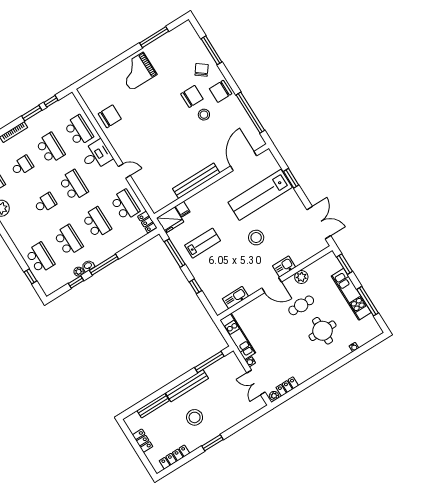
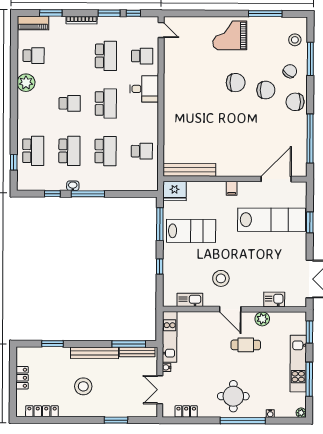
stool: (204, 115) -> (295, 40), moved
chair: (110, 116) -> (236, 83), moved
school desk: (79, 130) -> (142, 56), width x0.54
school desk: (22, 166) -> (70, 56), removed
door: (124, 171) -> (161, 30), moved
bench: (196, 181) -> (189, 170), moved
lab bench: (260, 195) -> (272, 220), turned 180
school desk: (125, 205) -> (142, 151), width x0.54
filing cabinet: (183, 209) -> (232, 188), moved
locker: (147, 222) -> (152, 180), removed
stool: (256, 238) -> (221, 278), moved
lab bench: (203, 243) -> (191, 231), width x1.36, depth x1.39
kitchen sink: (284, 267) -> (274, 299), moved
plant: (79, 272) -> (61, 186), removed
round table: (323, 331) -> (233, 396), moved
window: (336, 366) -> (243, 421), added
plant: (274, 396) -> (301, 413), moved
window: (150, 399) -> (52, 344), added
bench: (153, 406) -> (137, 352), moved
window: (212, 443) -> (116, 420), moved

